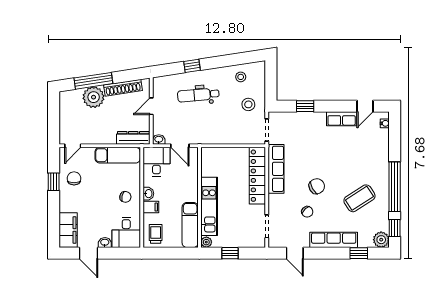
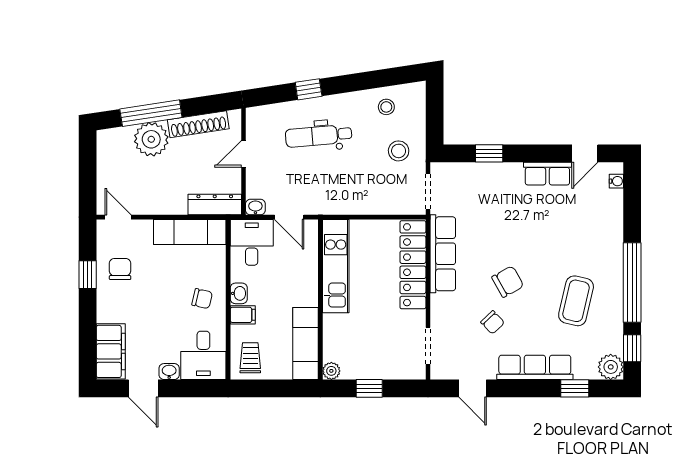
door: (73, 146) -> (118, 217), swing flipped
coffee table: (359, 198) -> (576, 301), turned -44
kitchen unit: (209, 206) -> (336, 266), moved

